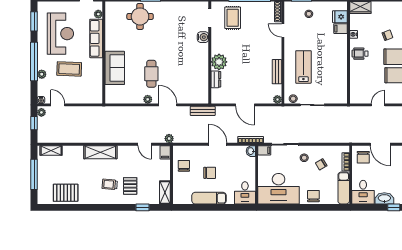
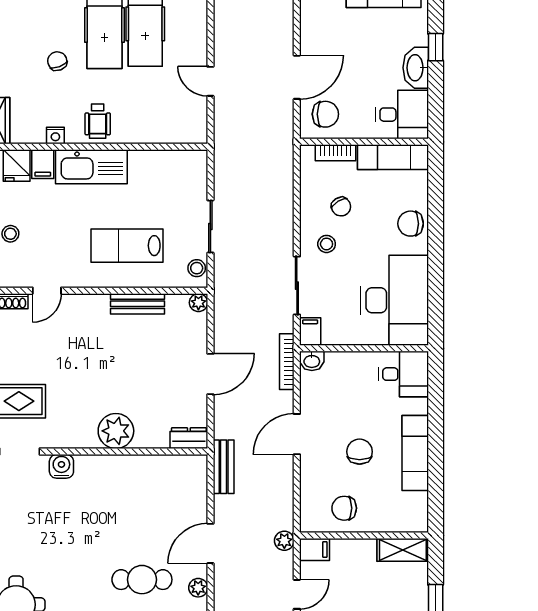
kitchen sink: (339, 51) -> (91, 167), added
dresser: (216, 79) -> (189, 438), moved

